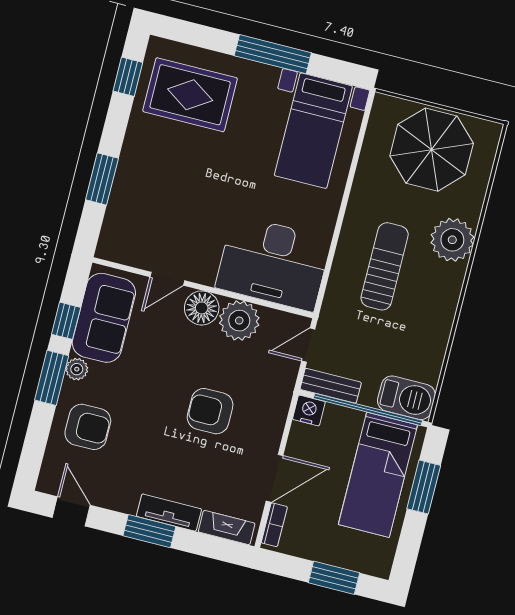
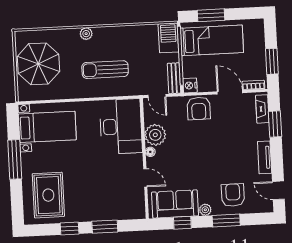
window: (128, 77) -> (70, 228), moved
plant: (452, 240) -> (86, 34), width x0.53, depth x0.53
floor lamp: (202, 308) -> (150, 152), width x0.53, depth x0.53
window: (52, 378) -> (226, 221), moved
armchair: (210, 411) -> (199, 108), moved
door: (71, 511) -> (278, 190), hinge flipped
tv unit: (169, 513) -> (265, 157), moved
window: (149, 531) -> (275, 124), moved
window: (334, 578) -> (272, 61), moved

